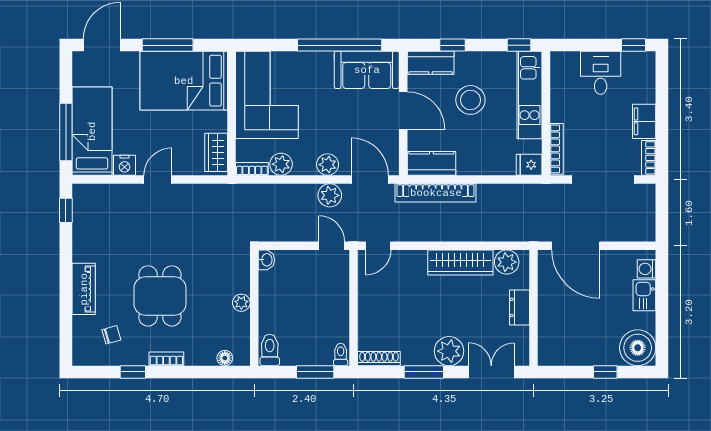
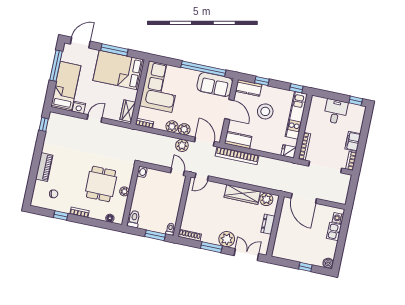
window: (66, 132) -> (56, 66), moved
plant: (281, 164) -> (172, 127), moved
dining table: (160, 296) -> (101, 184), moved
boiler: (638, 348) -> (328, 263), width x0.54, depth x0.54

